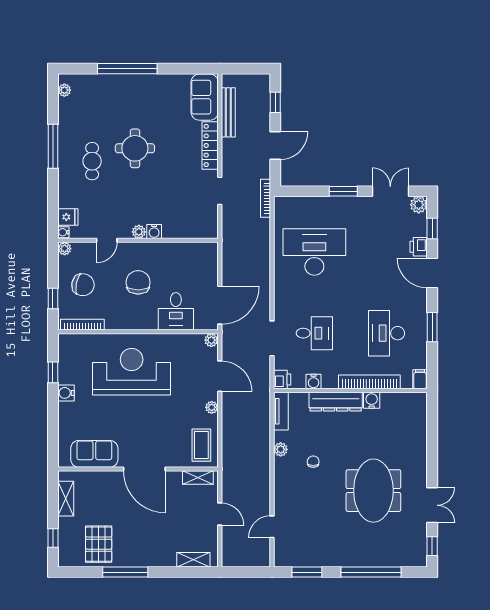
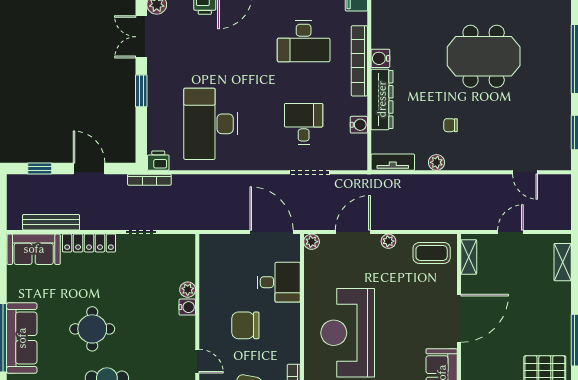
sofa: (127, 87) -> (22, 338), added
plant: (139, 232) -> (188, 290), moved
printer: (282, 380) -> (158, 161), moved

